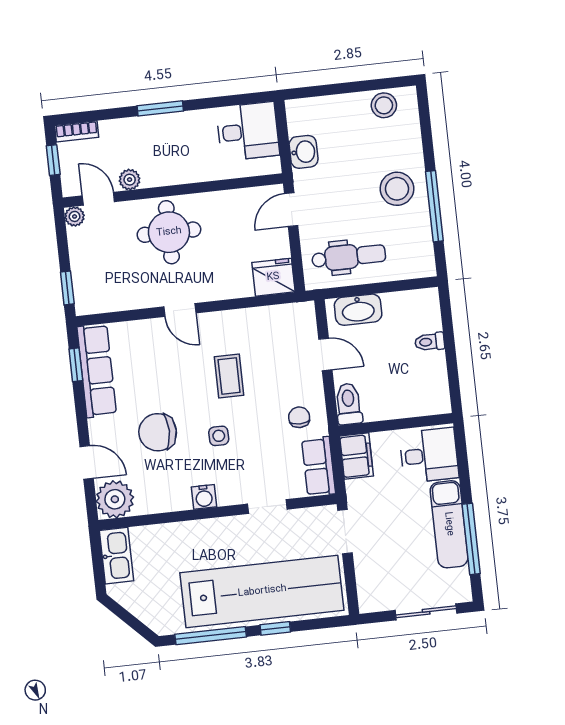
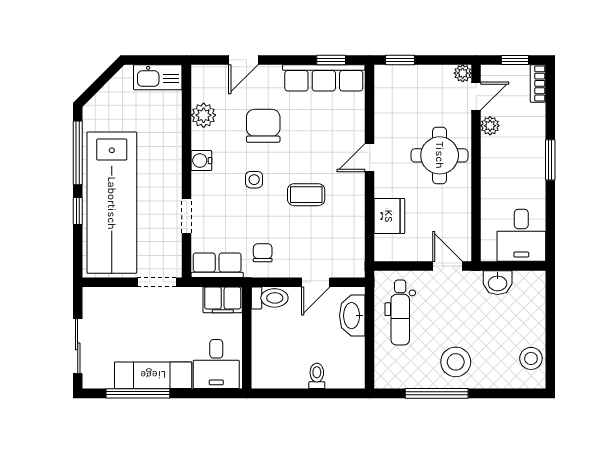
fridge: (273, 277) -> (389, 216), moved
chair: (299, 417) -> (263, 253), turned -90
plant: (115, 499) -> (204, 115), moved, width x0.73, depth x0.73

